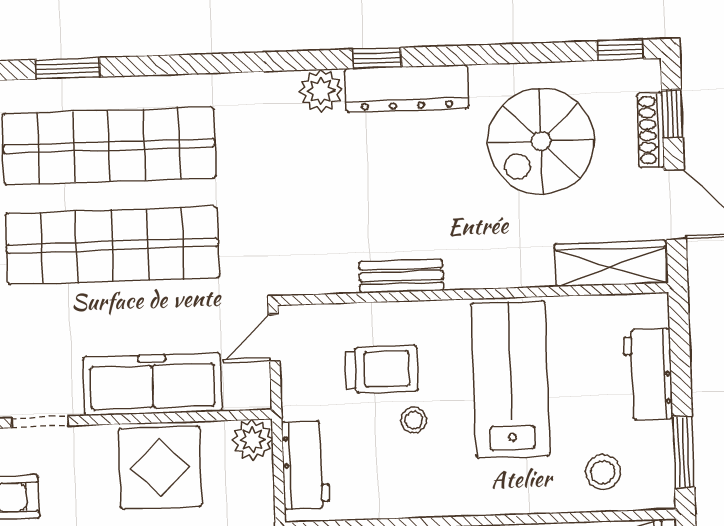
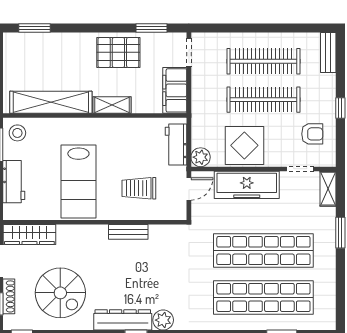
spiral stairs: (541, 141) -> (60, 293), turned 90
door: (274, 338) -> (189, 189), moved
stool: (414, 420) -> (125, 164), removed
stool: (603, 472) -> (17, 133), moved

